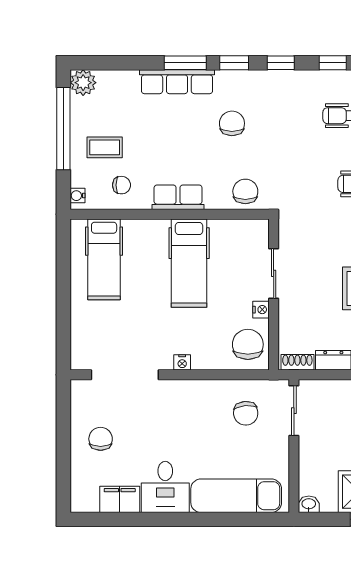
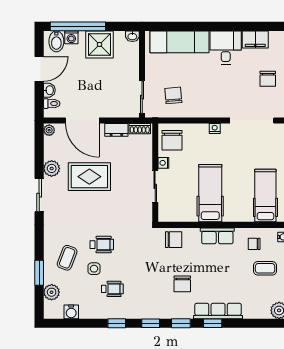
window: (185, 63) -> (213, 323), width x0.67
chair: (245, 191) -> (174, 240), turned -90

